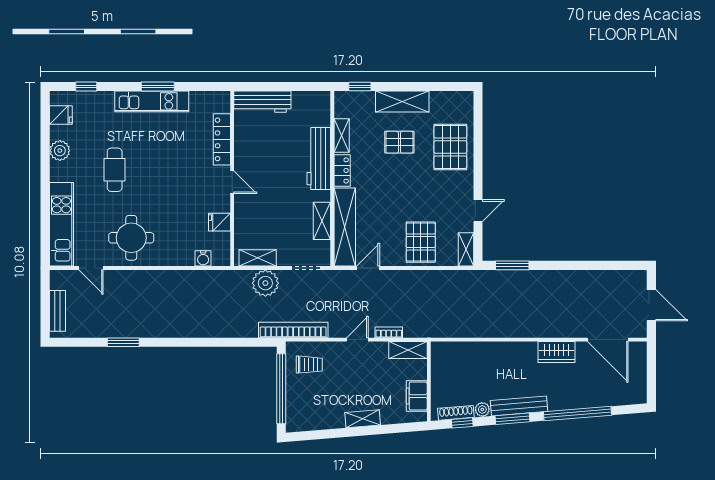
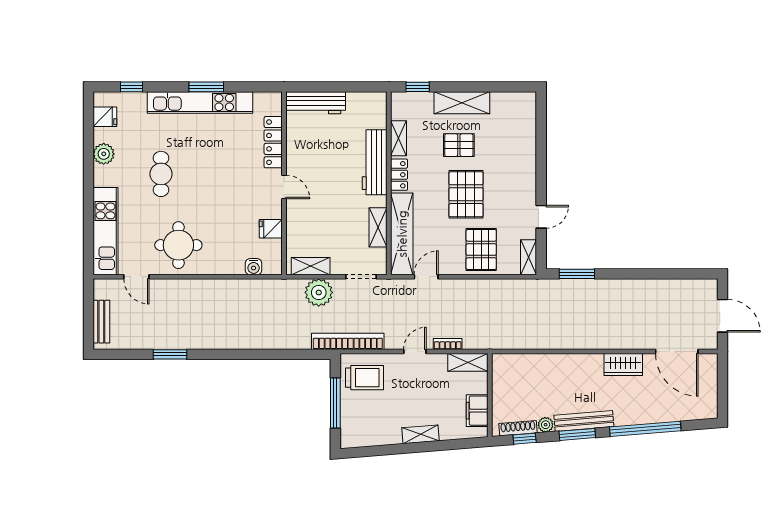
kitchen unit: (152, 101) -> (200, 102), width x1.36
pallet: (450, 147) -> (466, 194), moved
trolley: (309, 365) -> (365, 378), width x1.36, depth x1.39
window: (281, 389) -> (335, 403), width x0.68

